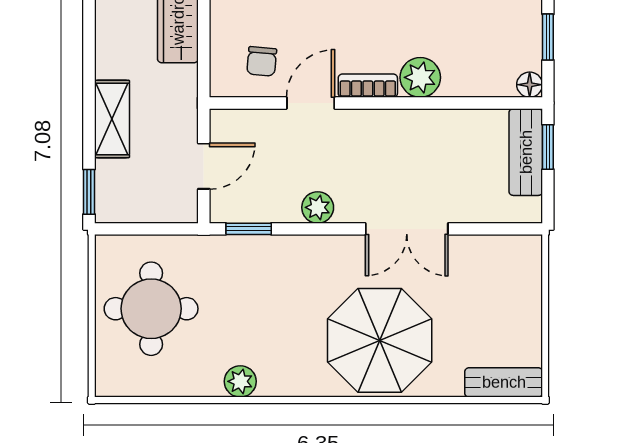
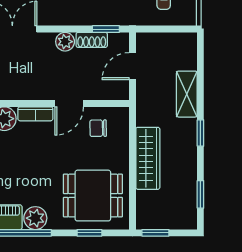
chair: (262, 61) -> (98, 128), turned -96
window: (89, 192) -> (200, 133), moved
shoe rack: (273, 210) -> (92, 40), added

